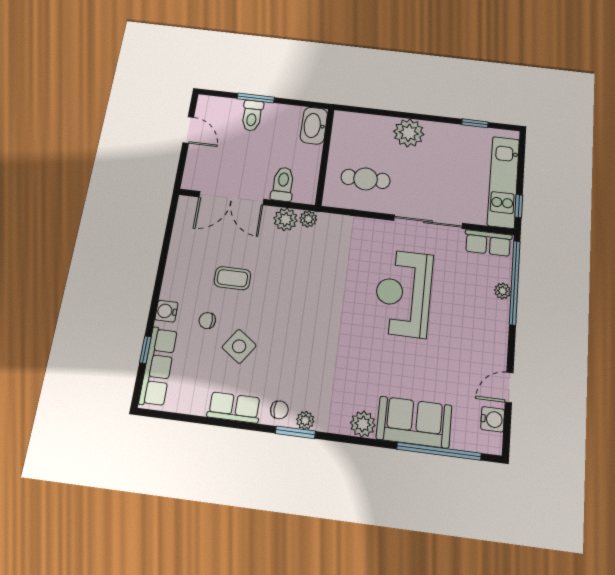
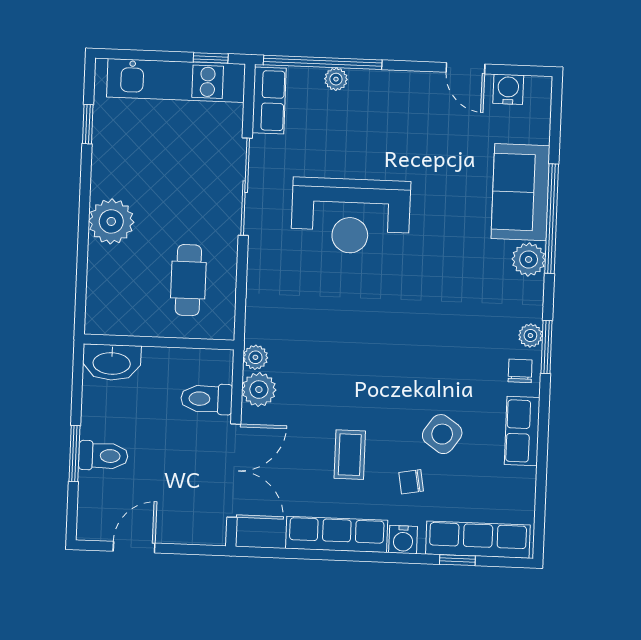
row of seats: (177, 264) -> (337, 534), added
chair: (207, 321) -> (411, 482), turned 80
window: (439, 451) -> (552, 219), moved

